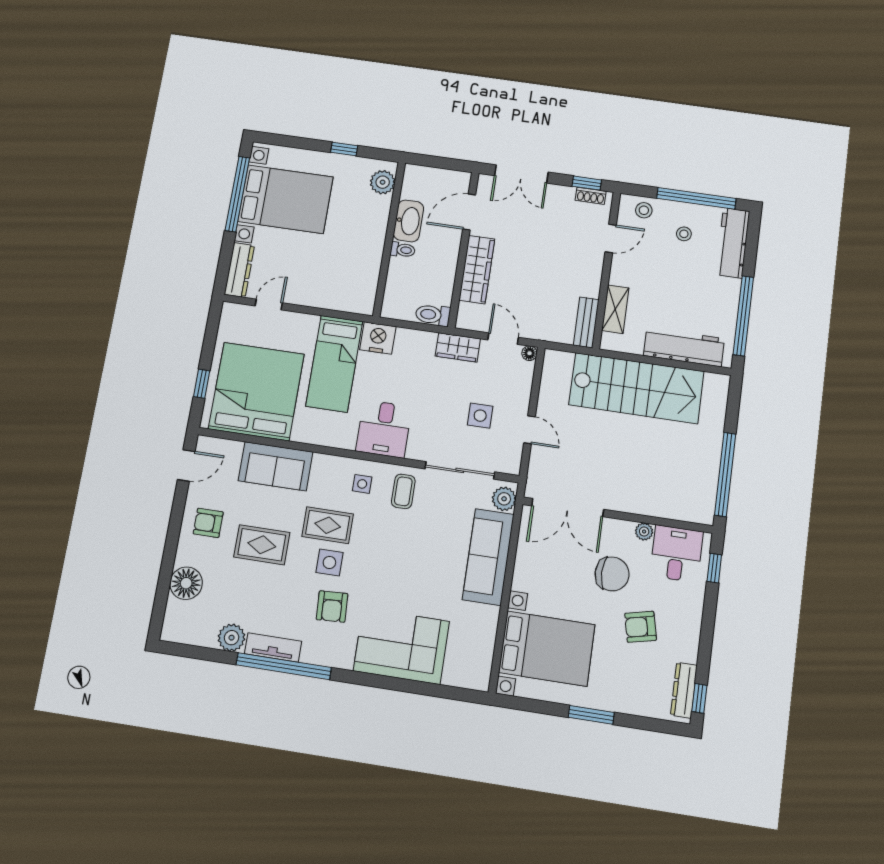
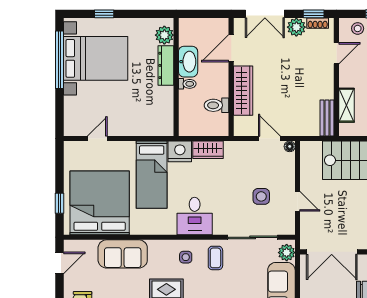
window: (344, 149) -> (104, 14), moved
plant: (561, 197) -> (296, 27), added
dresser: (239, 270) -> (166, 65), moved, turned 180
toilet: (433, 315) -> (216, 105), moved
wardrobe: (458, 347) -> (208, 150), moved

